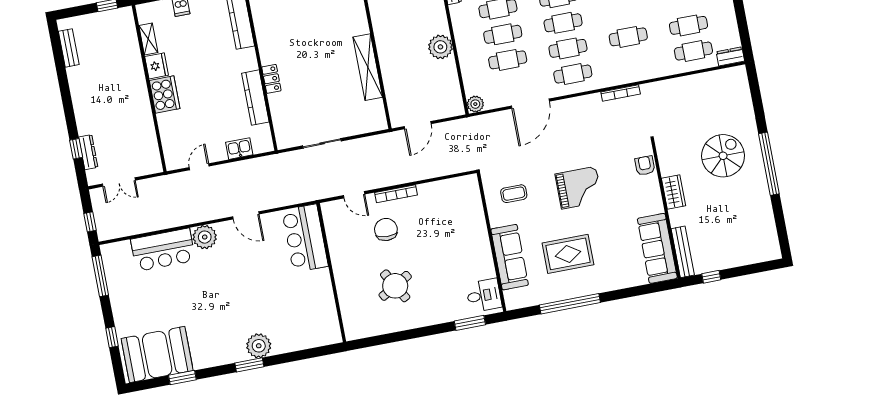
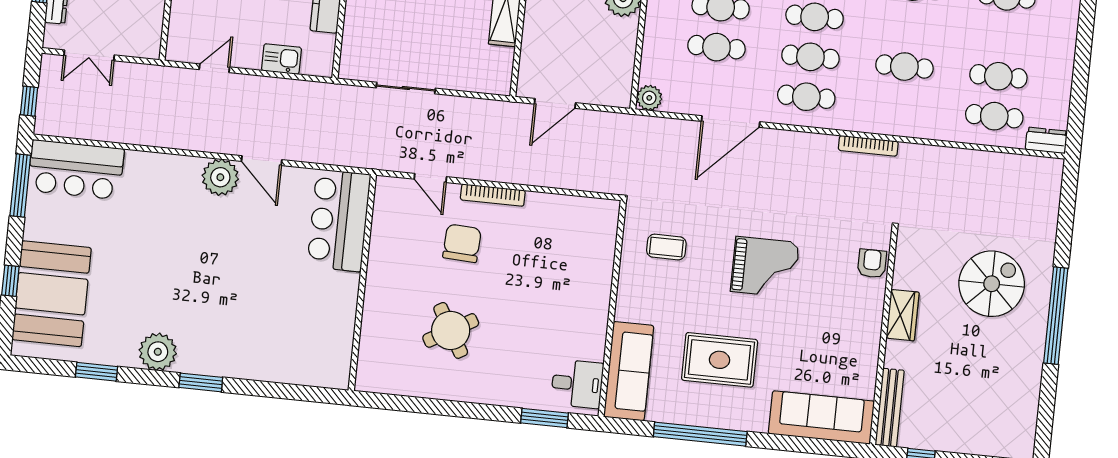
plant: (205, 237) -> (220, 177), moved
sofa: (657, 248) -> (821, 417), moved, turned 90
bar counter: (163, 250) -> (76, 170), moved
sofa: (510, 257) -> (629, 371), moved
plant: (259, 346) -> (158, 352), moved
booth: (157, 355) -> (52, 294), moved, turned 90

